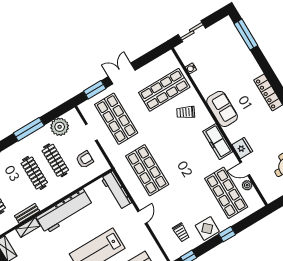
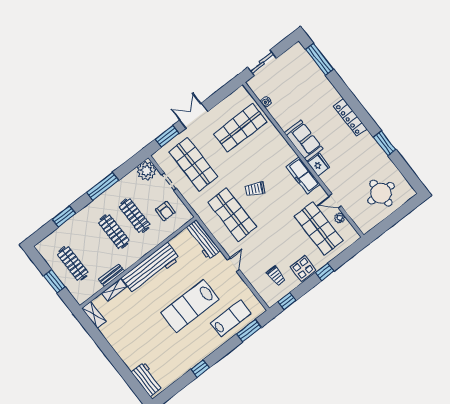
trolley: (186, 112) -> (255, 189), moved
plant: (60, 127) -> (146, 171), moved
fridge: (242, 148) -> (319, 165), moved
armchair: (85, 160) -> (165, 211), turned 90

